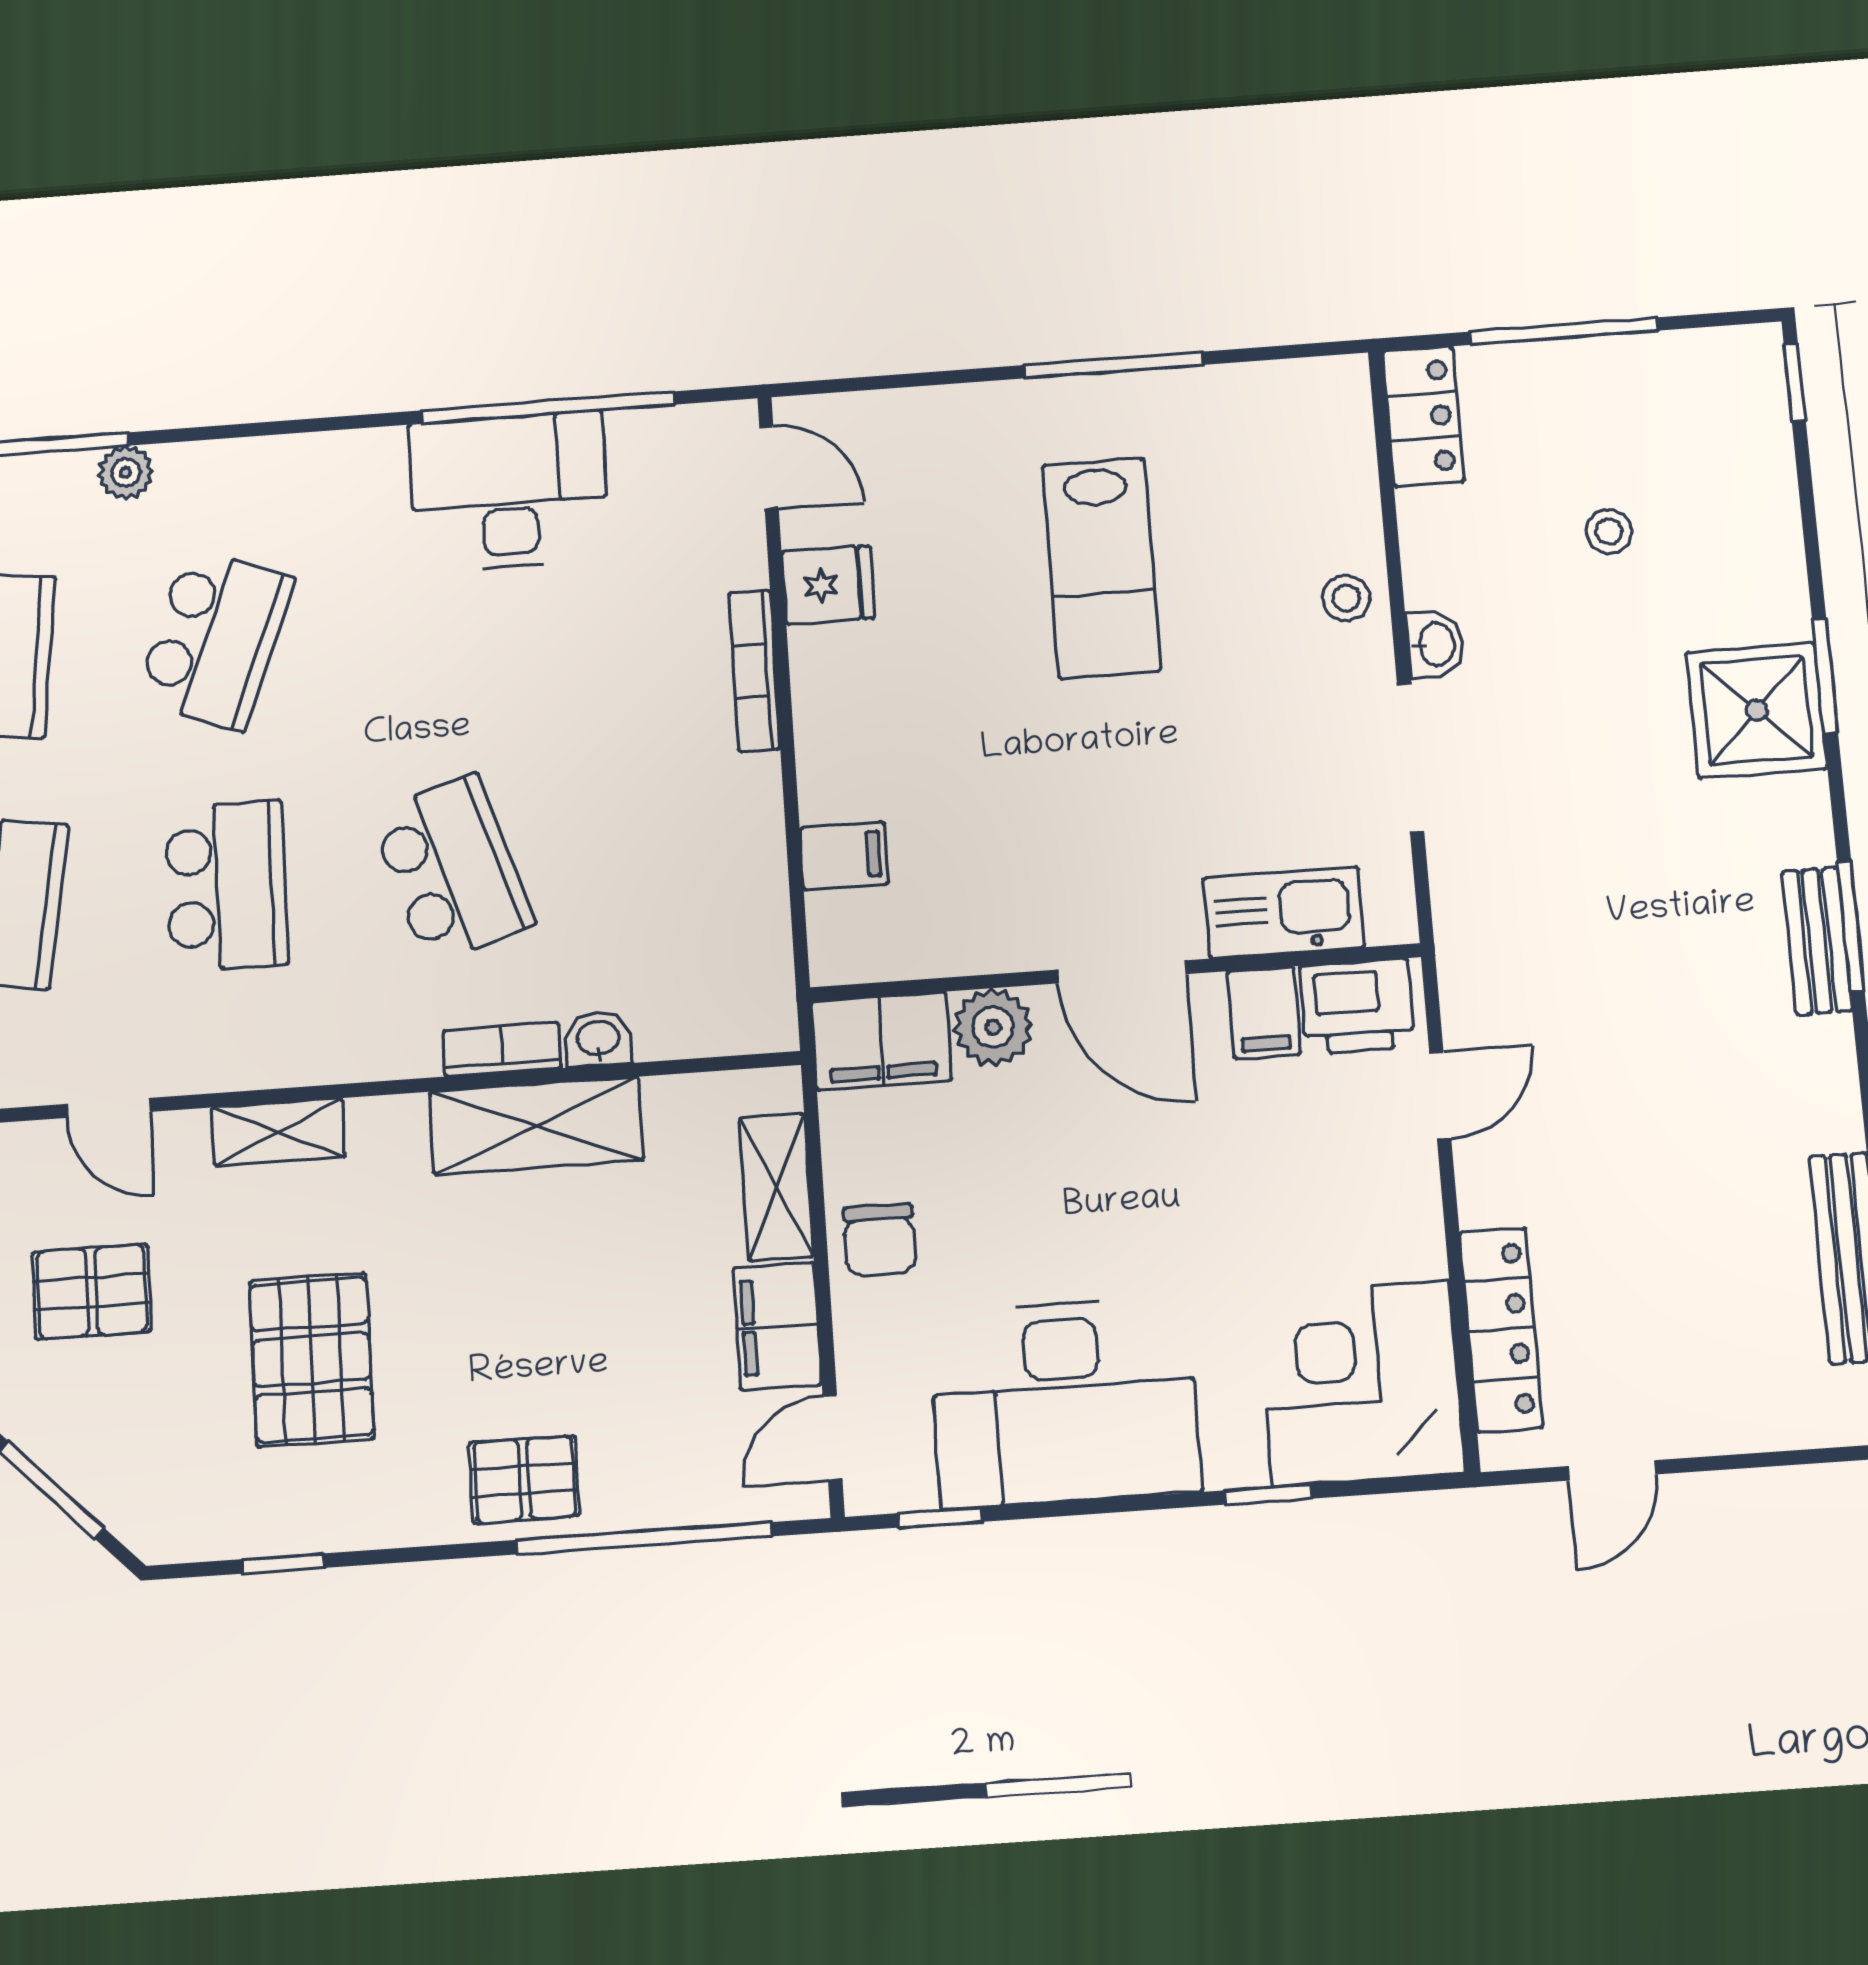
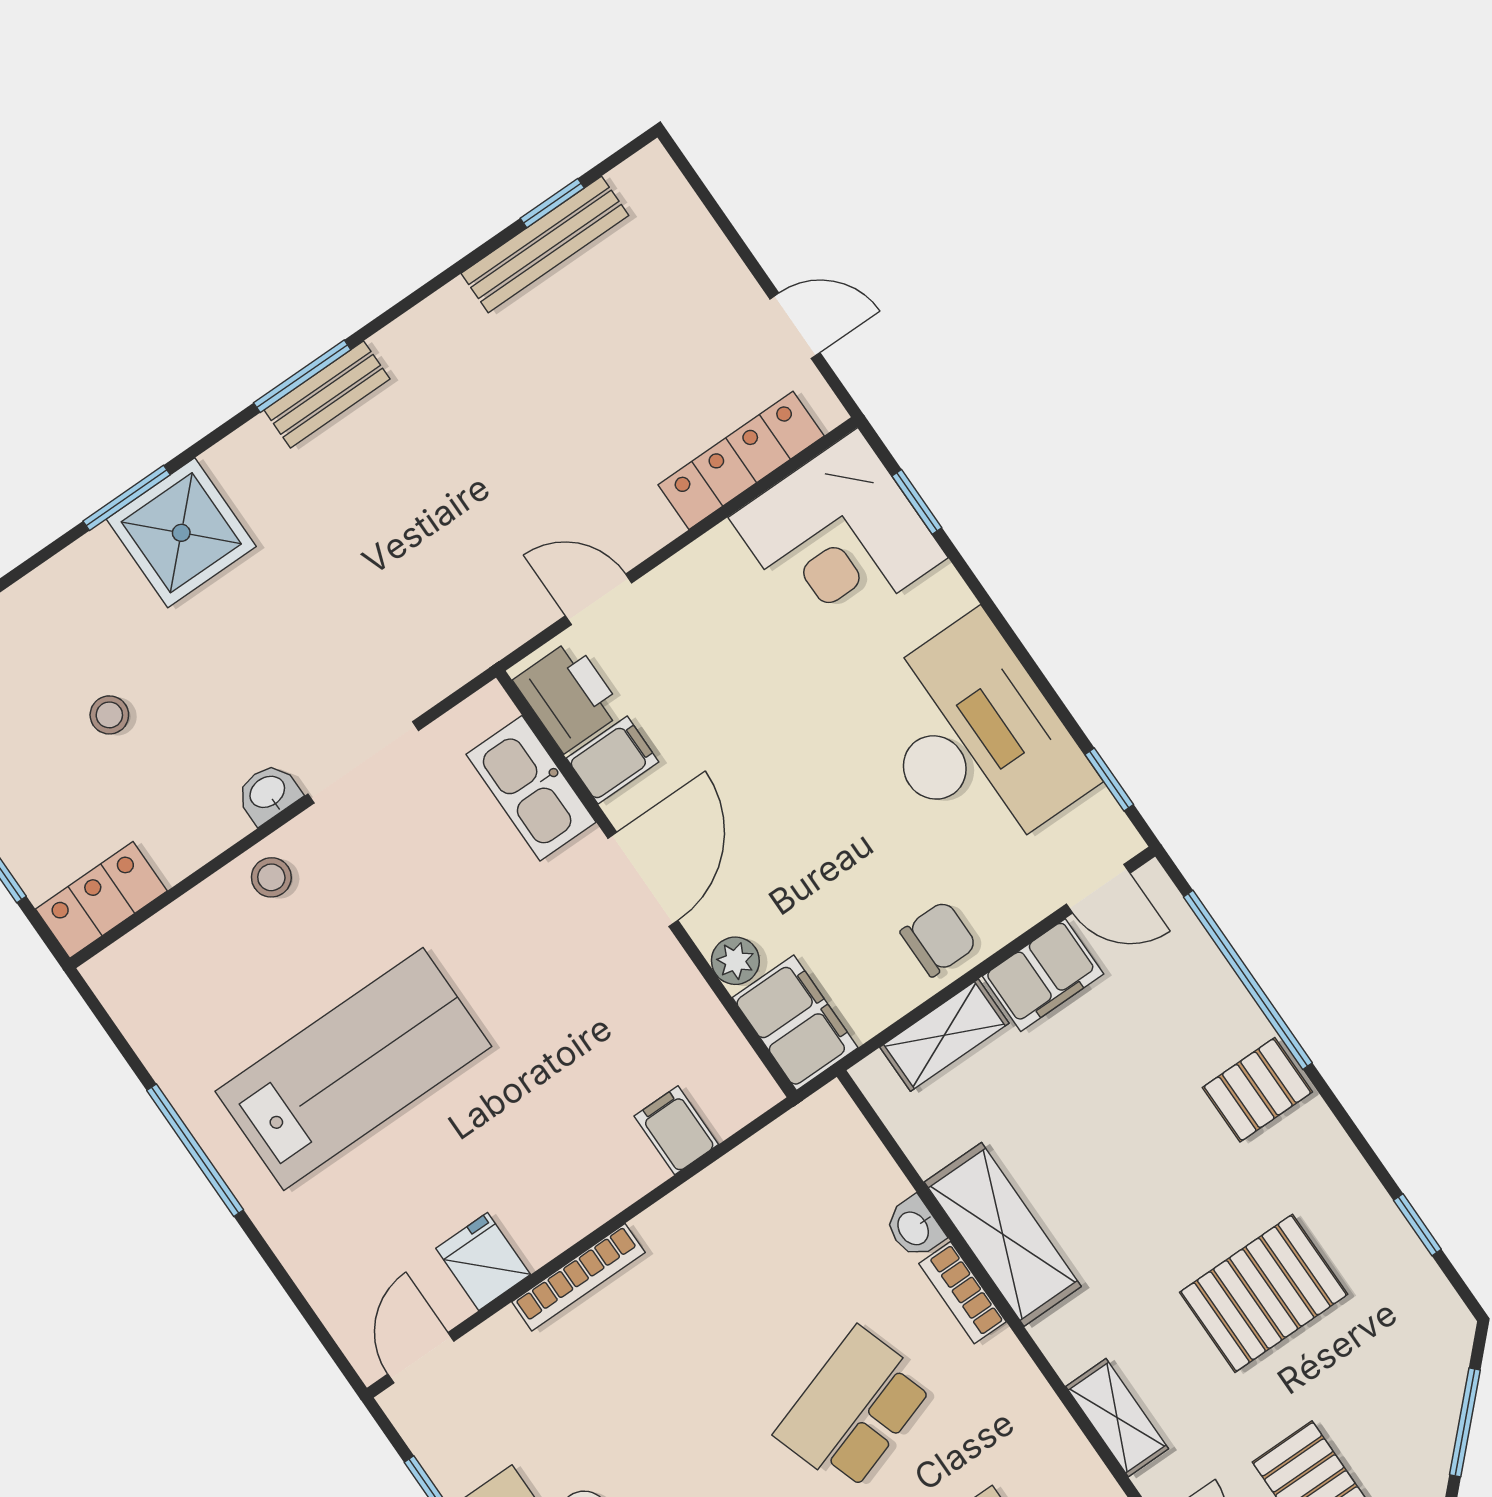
lab bench: (1101, 568) -> (353, 1069), width x1.36, depth x1.39
plant: (993, 1027) -> (735, 961), width x0.73, depth x0.73
pallet: (524, 1479) -> (1257, 1090), turned 90
window: (1268, 1494) -> (917, 502), moved

